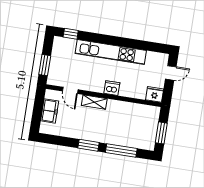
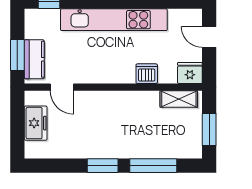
kitchen counter: (55, 70) -> (34, 59), added
door: (171, 73) -> (209, 37), swing flipped
dishwasher: (112, 88) -> (147, 74), moved
shelving: (94, 102) -> (179, 99), moved

